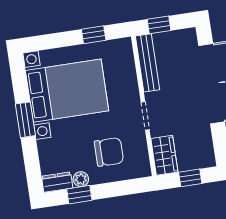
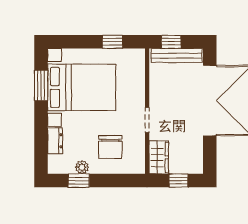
bench: (147, 63) -> (177, 56), moved, turned 90
window: (25, 120) -> (41, 85), moved
chair: (109, 152) -> (110, 147), turned 90
dresser: (57, 182) -> (55, 141), moved, turned 90

